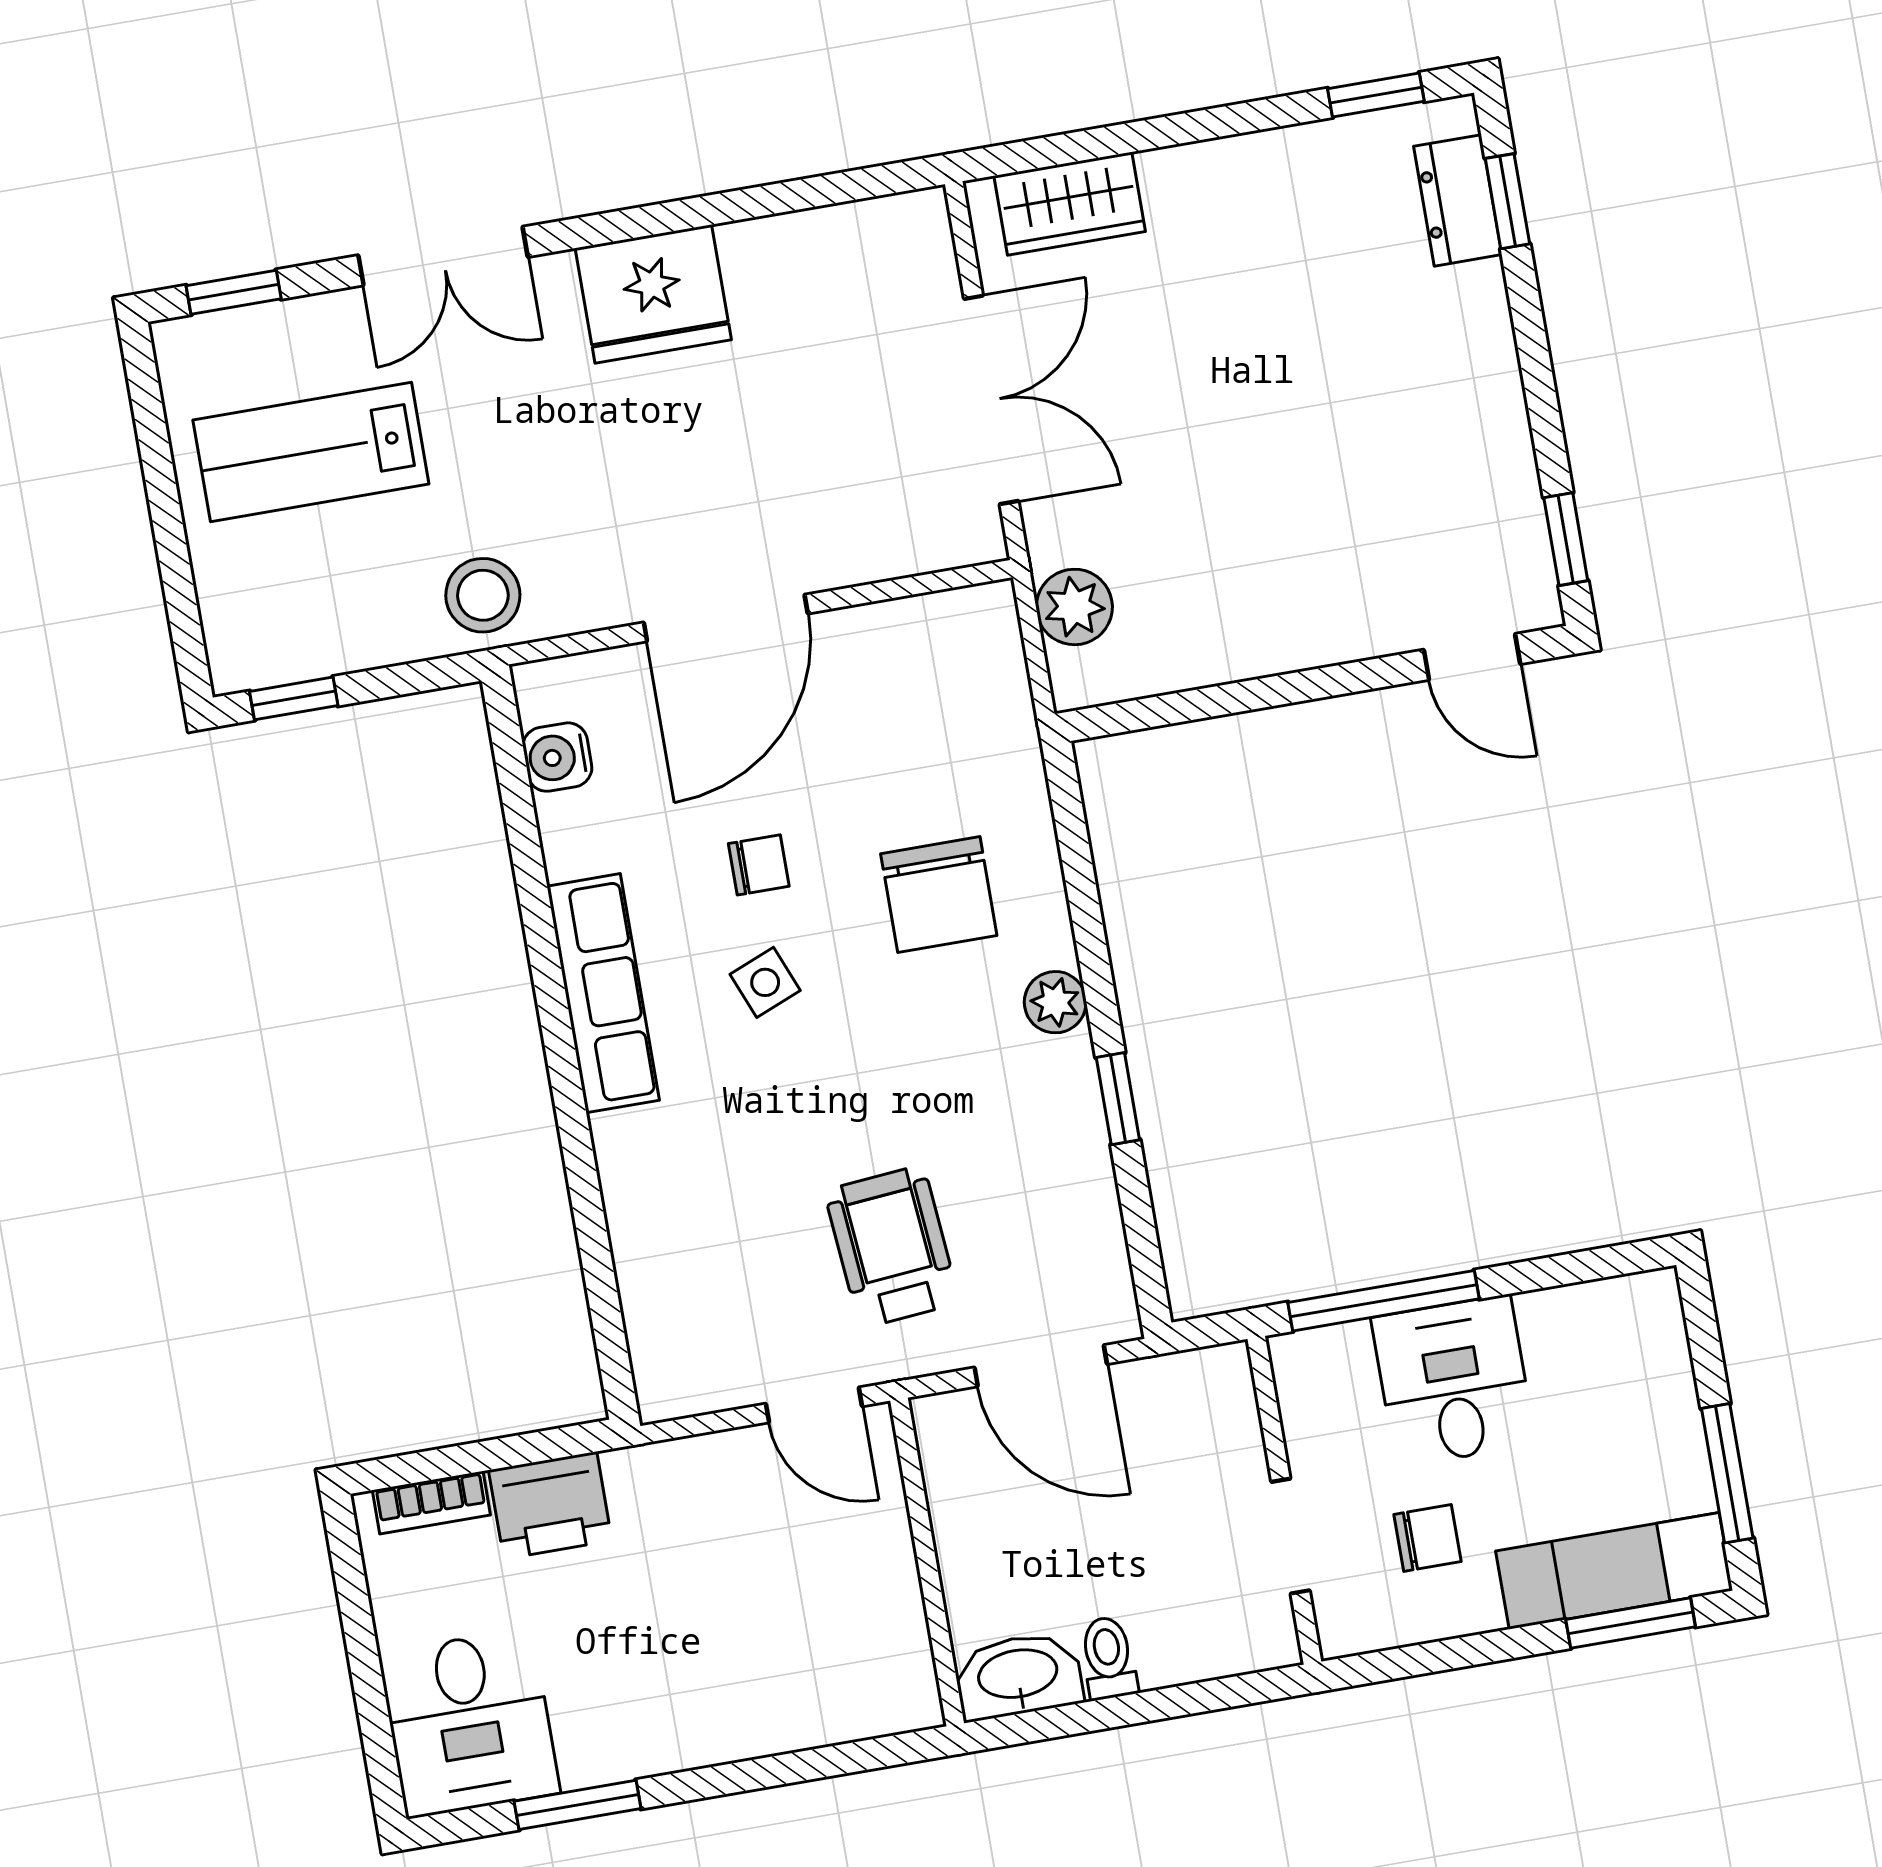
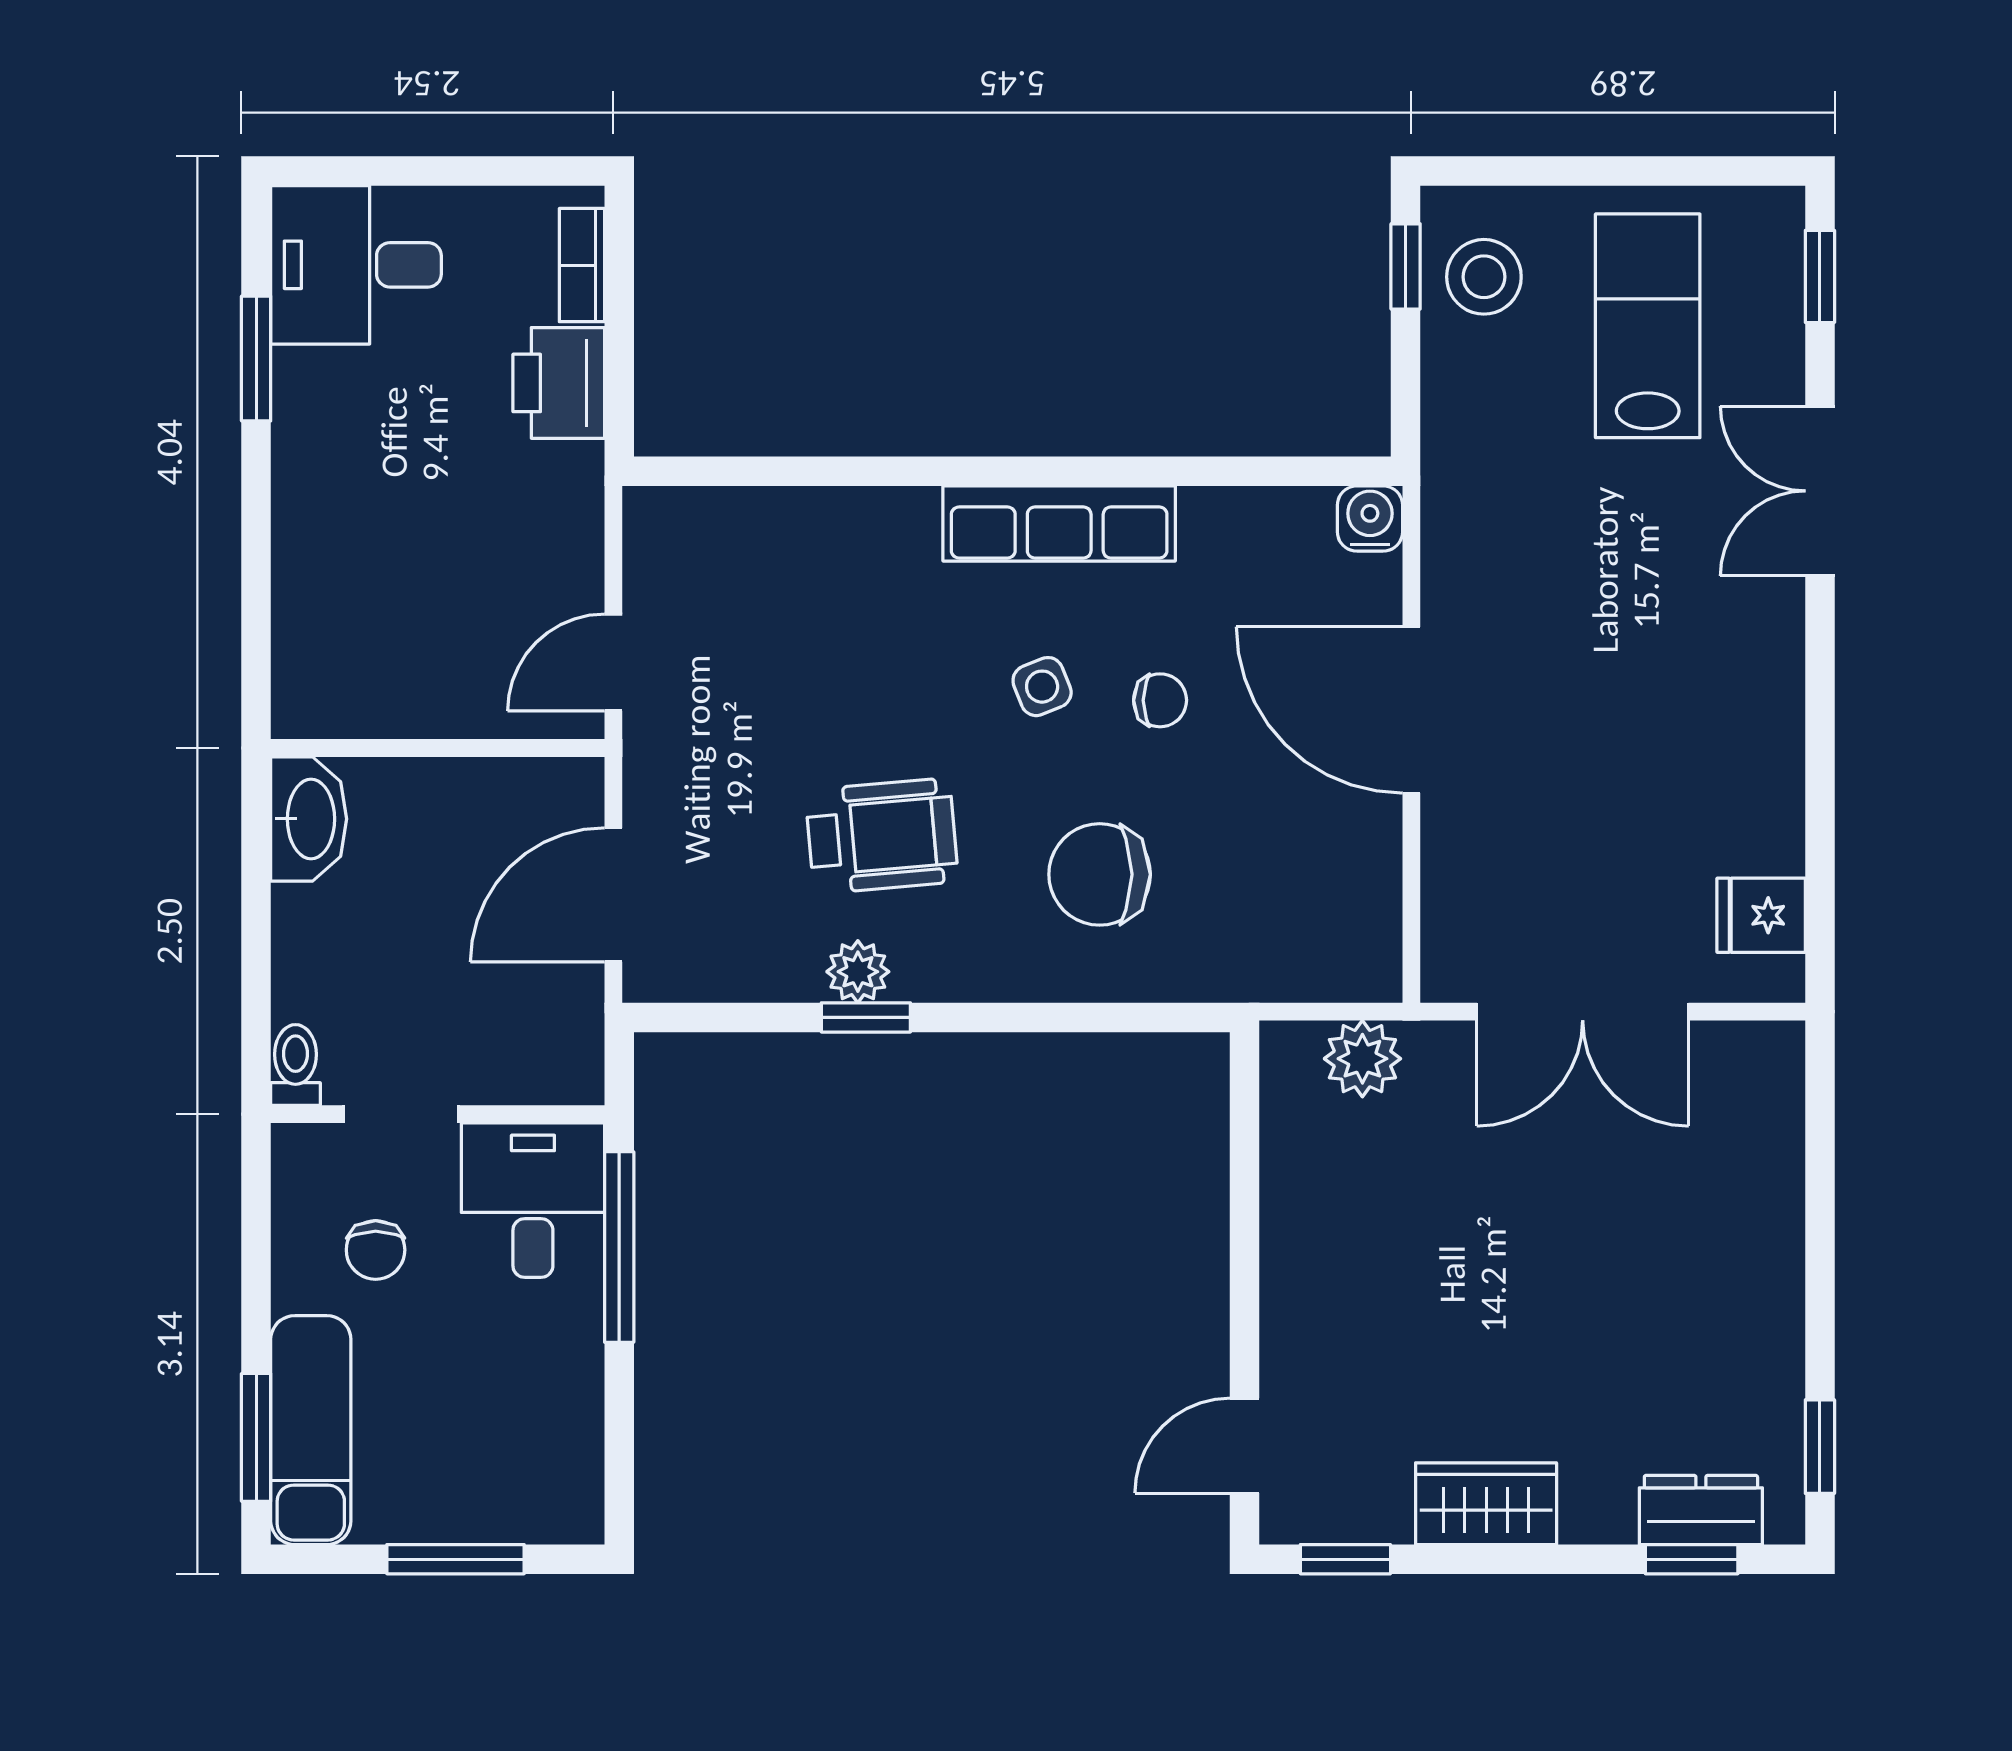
wardrobe: (1070, 204) -> (1486, 1504), moved, turned 90
fridge: (653, 294) -> (1761, 915), moved, width x0.53, depth x0.75
stool: (483, 595) -> (1484, 277), moved
water cooler: (557, 757) -> (1370, 519), moved
chair: (759, 865) -> (1160, 700), turned -90
plant: (1055, 1002) -> (858, 972), moved
wheelchair: (892, 1247) -> (882, 836), moved
desk: (1453, 1381) -> (533, 1200), moved, turned -90
window: (1727, 1473) -> (455, 1559), moved
toilet: (1108, 1658) -> (295, 1065), moved, turned -90

